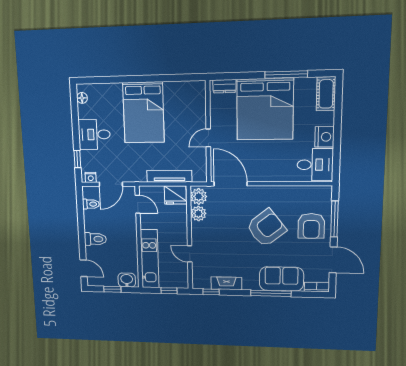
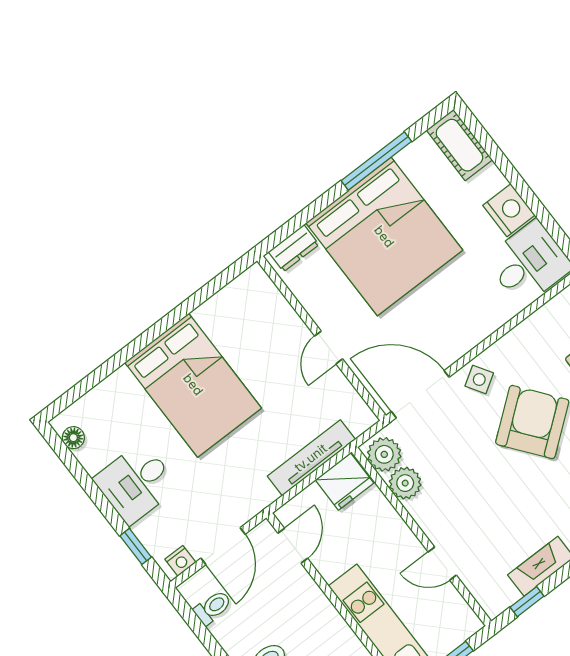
side table: (258, 196) -> (479, 380), added
door: (138, 204) -> (293, 546), hinge flipped

